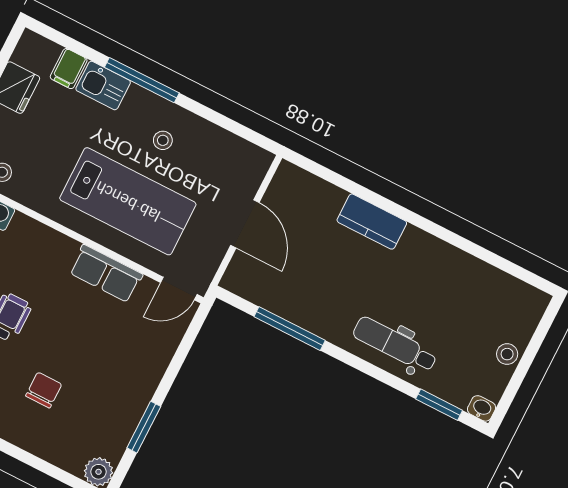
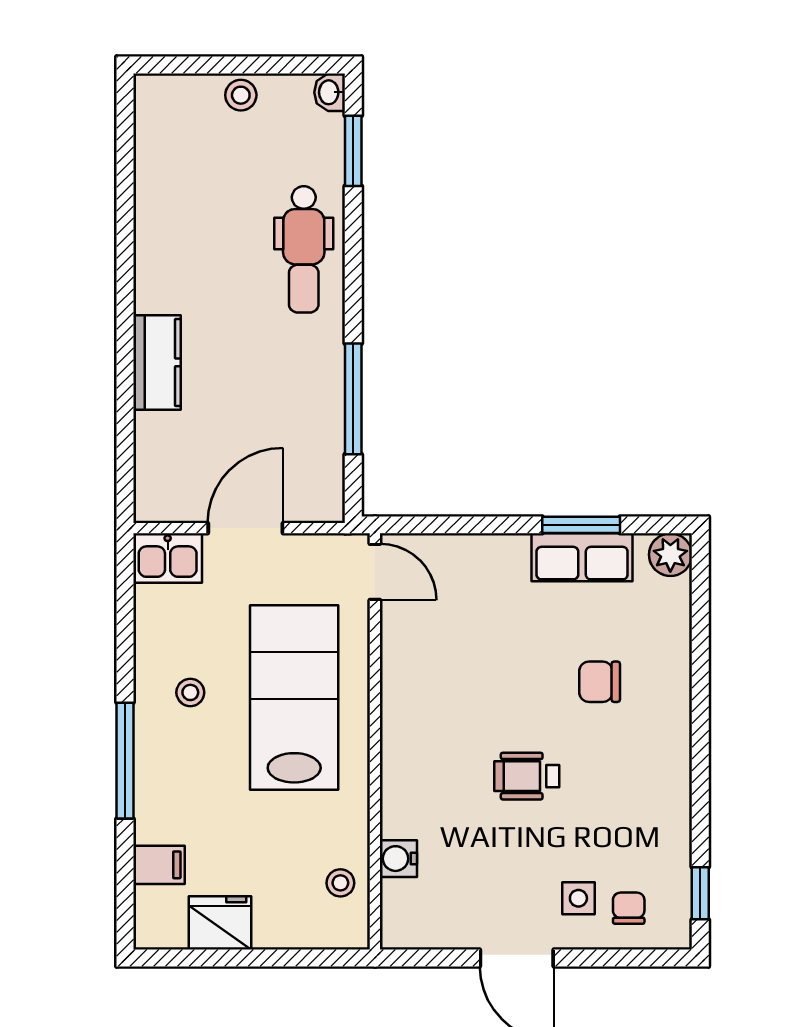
kitchen sink: (103, 86) -> (168, 558), moved, turned 90
row of seats: (106, 274) -> (582, 557), moved, turned 90

